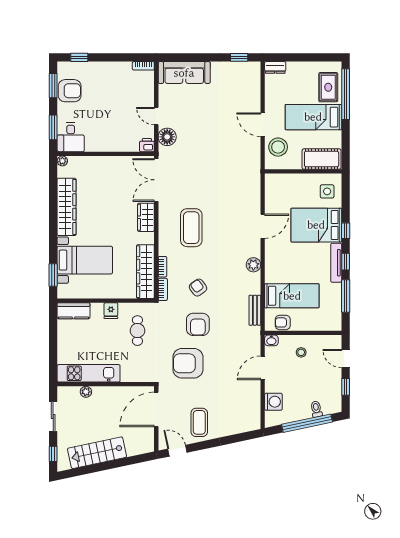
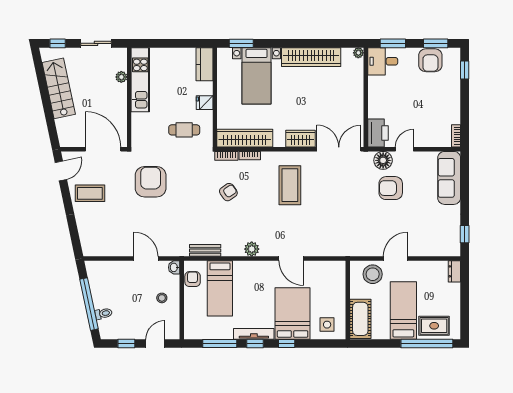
printer: (147, 145) -> (378, 133), width x1.87, depth x1.48
coffee table: (191, 228) -> (290, 185), turned 90
armchair: (198, 324) -> (391, 188), moved
washing machine: (273, 402) -> (111, 269), removed

